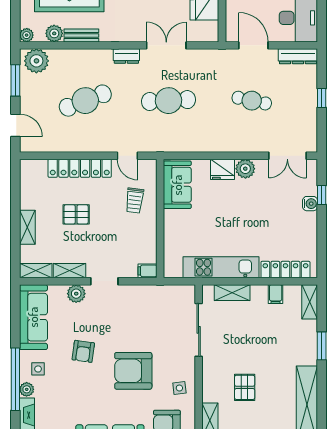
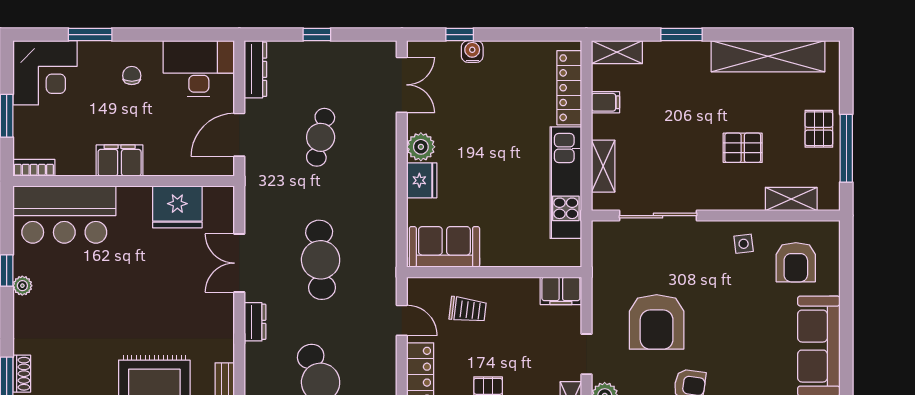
door: (127, 156) -> (402, 320), hinge flipped
filing cabinet: (147, 271) -> (561, 291), width x2.00
armchair: (133, 371) -> (657, 322), moved

